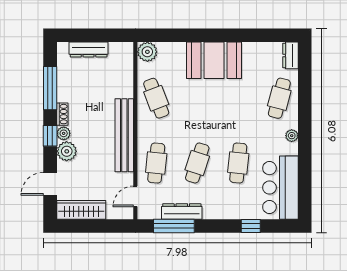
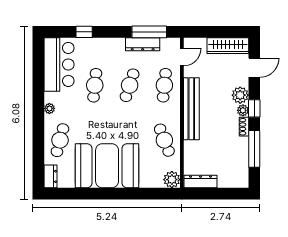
dresser: (89, 49) -> (201, 181), moved
booth: (214, 60) -> (107, 166), width x1.36, depth x1.42

